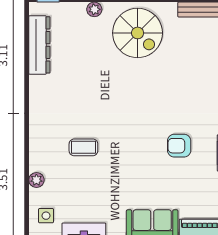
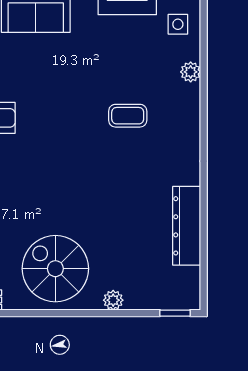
dresser: (39, 45) -> (187, 226), moved

